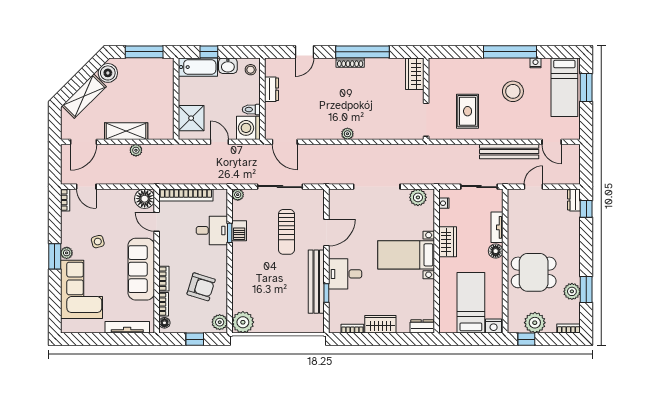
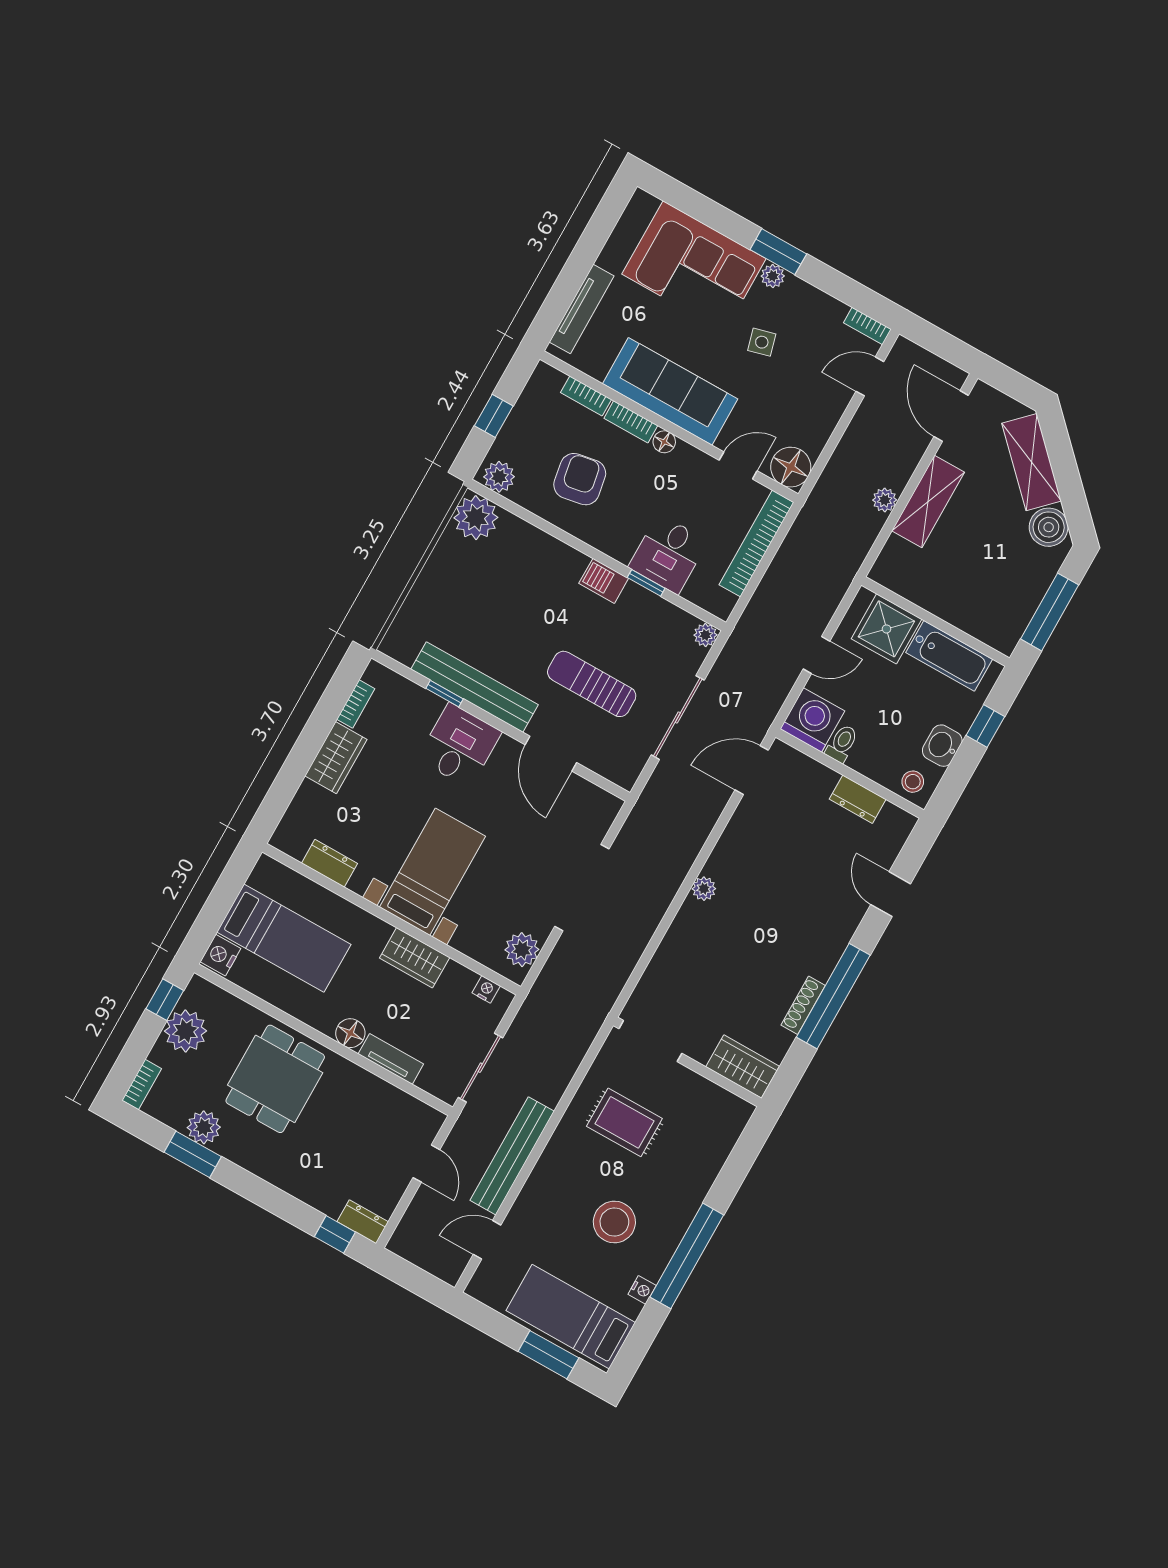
shoe rack: (350, 63) -> (803, 1005), moved
bathtub: (198, 67) -> (949, 656), moved, turned -90
barbecue: (239, 231) -> (604, 581), moved
armchair: (201, 287) -> (580, 479), turned 153
floor lamp: (164, 323) -> (664, 442), moved
dresser: (422, 326) -> (330, 863), moved, turned -90

